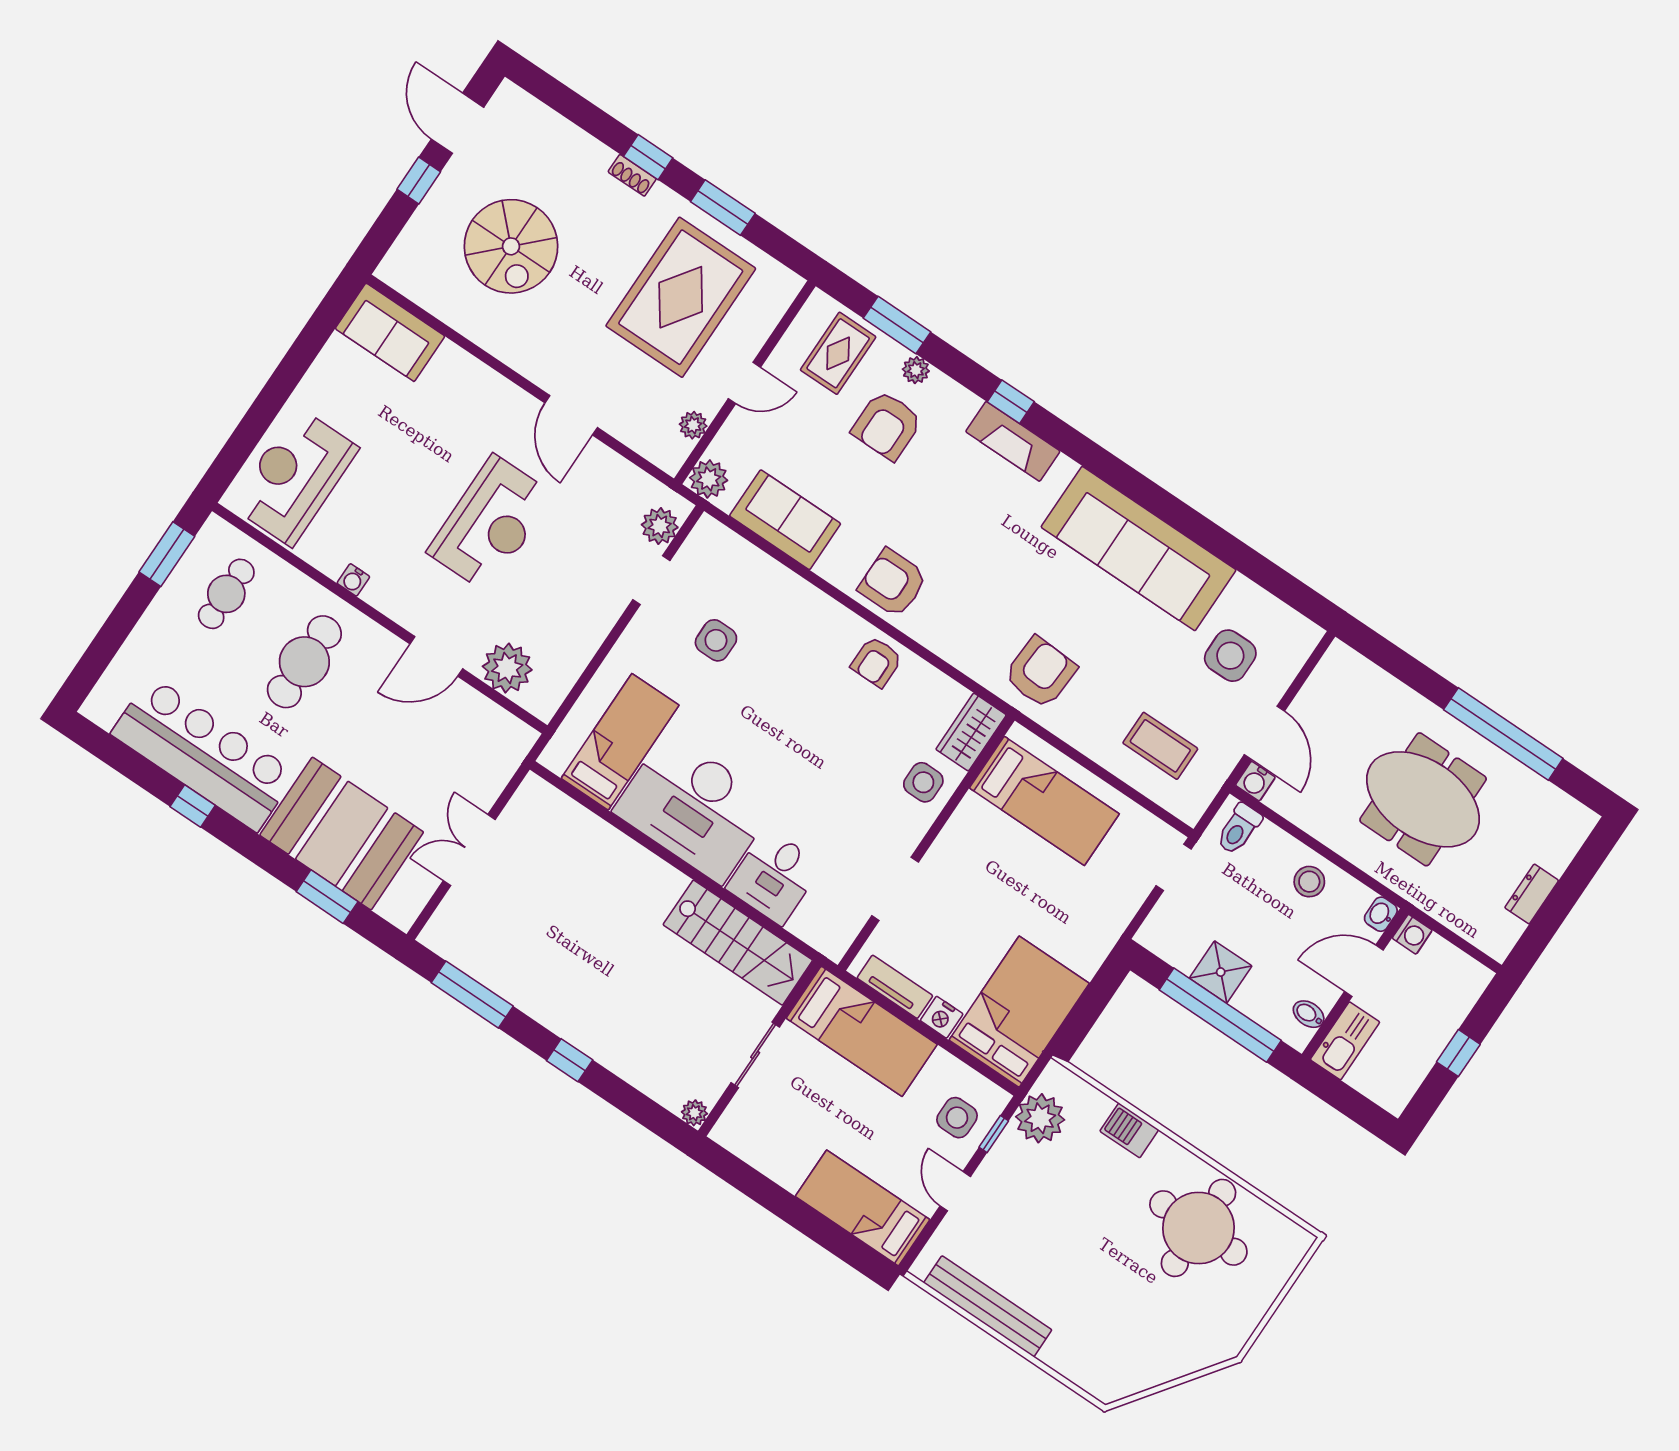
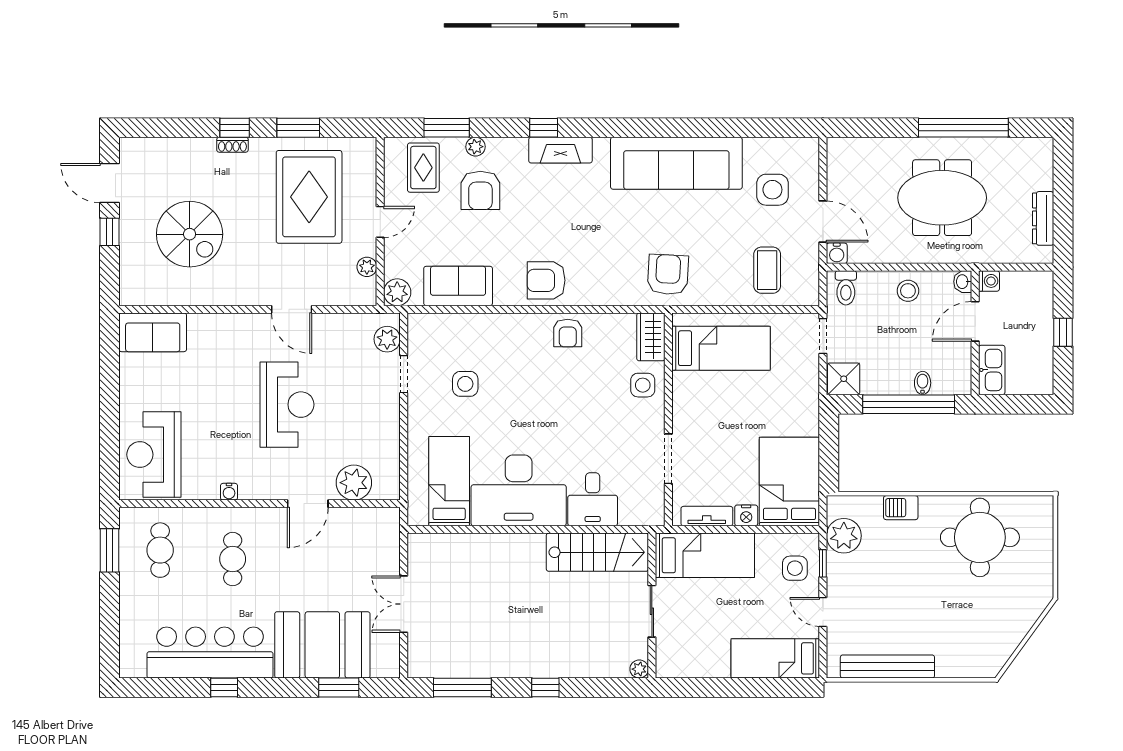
cafe table: (304, 662) -> (233, 559), width x0.73, depth x0.74
coffee table: (1160, 746) -> (767, 270), turned 90
dresser: (1532, 894) -> (1043, 218), width x1.44
shower: (1221, 972) -> (844, 379), moved
bidet: (1309, 1014) -> (923, 383), moved, turned 90

